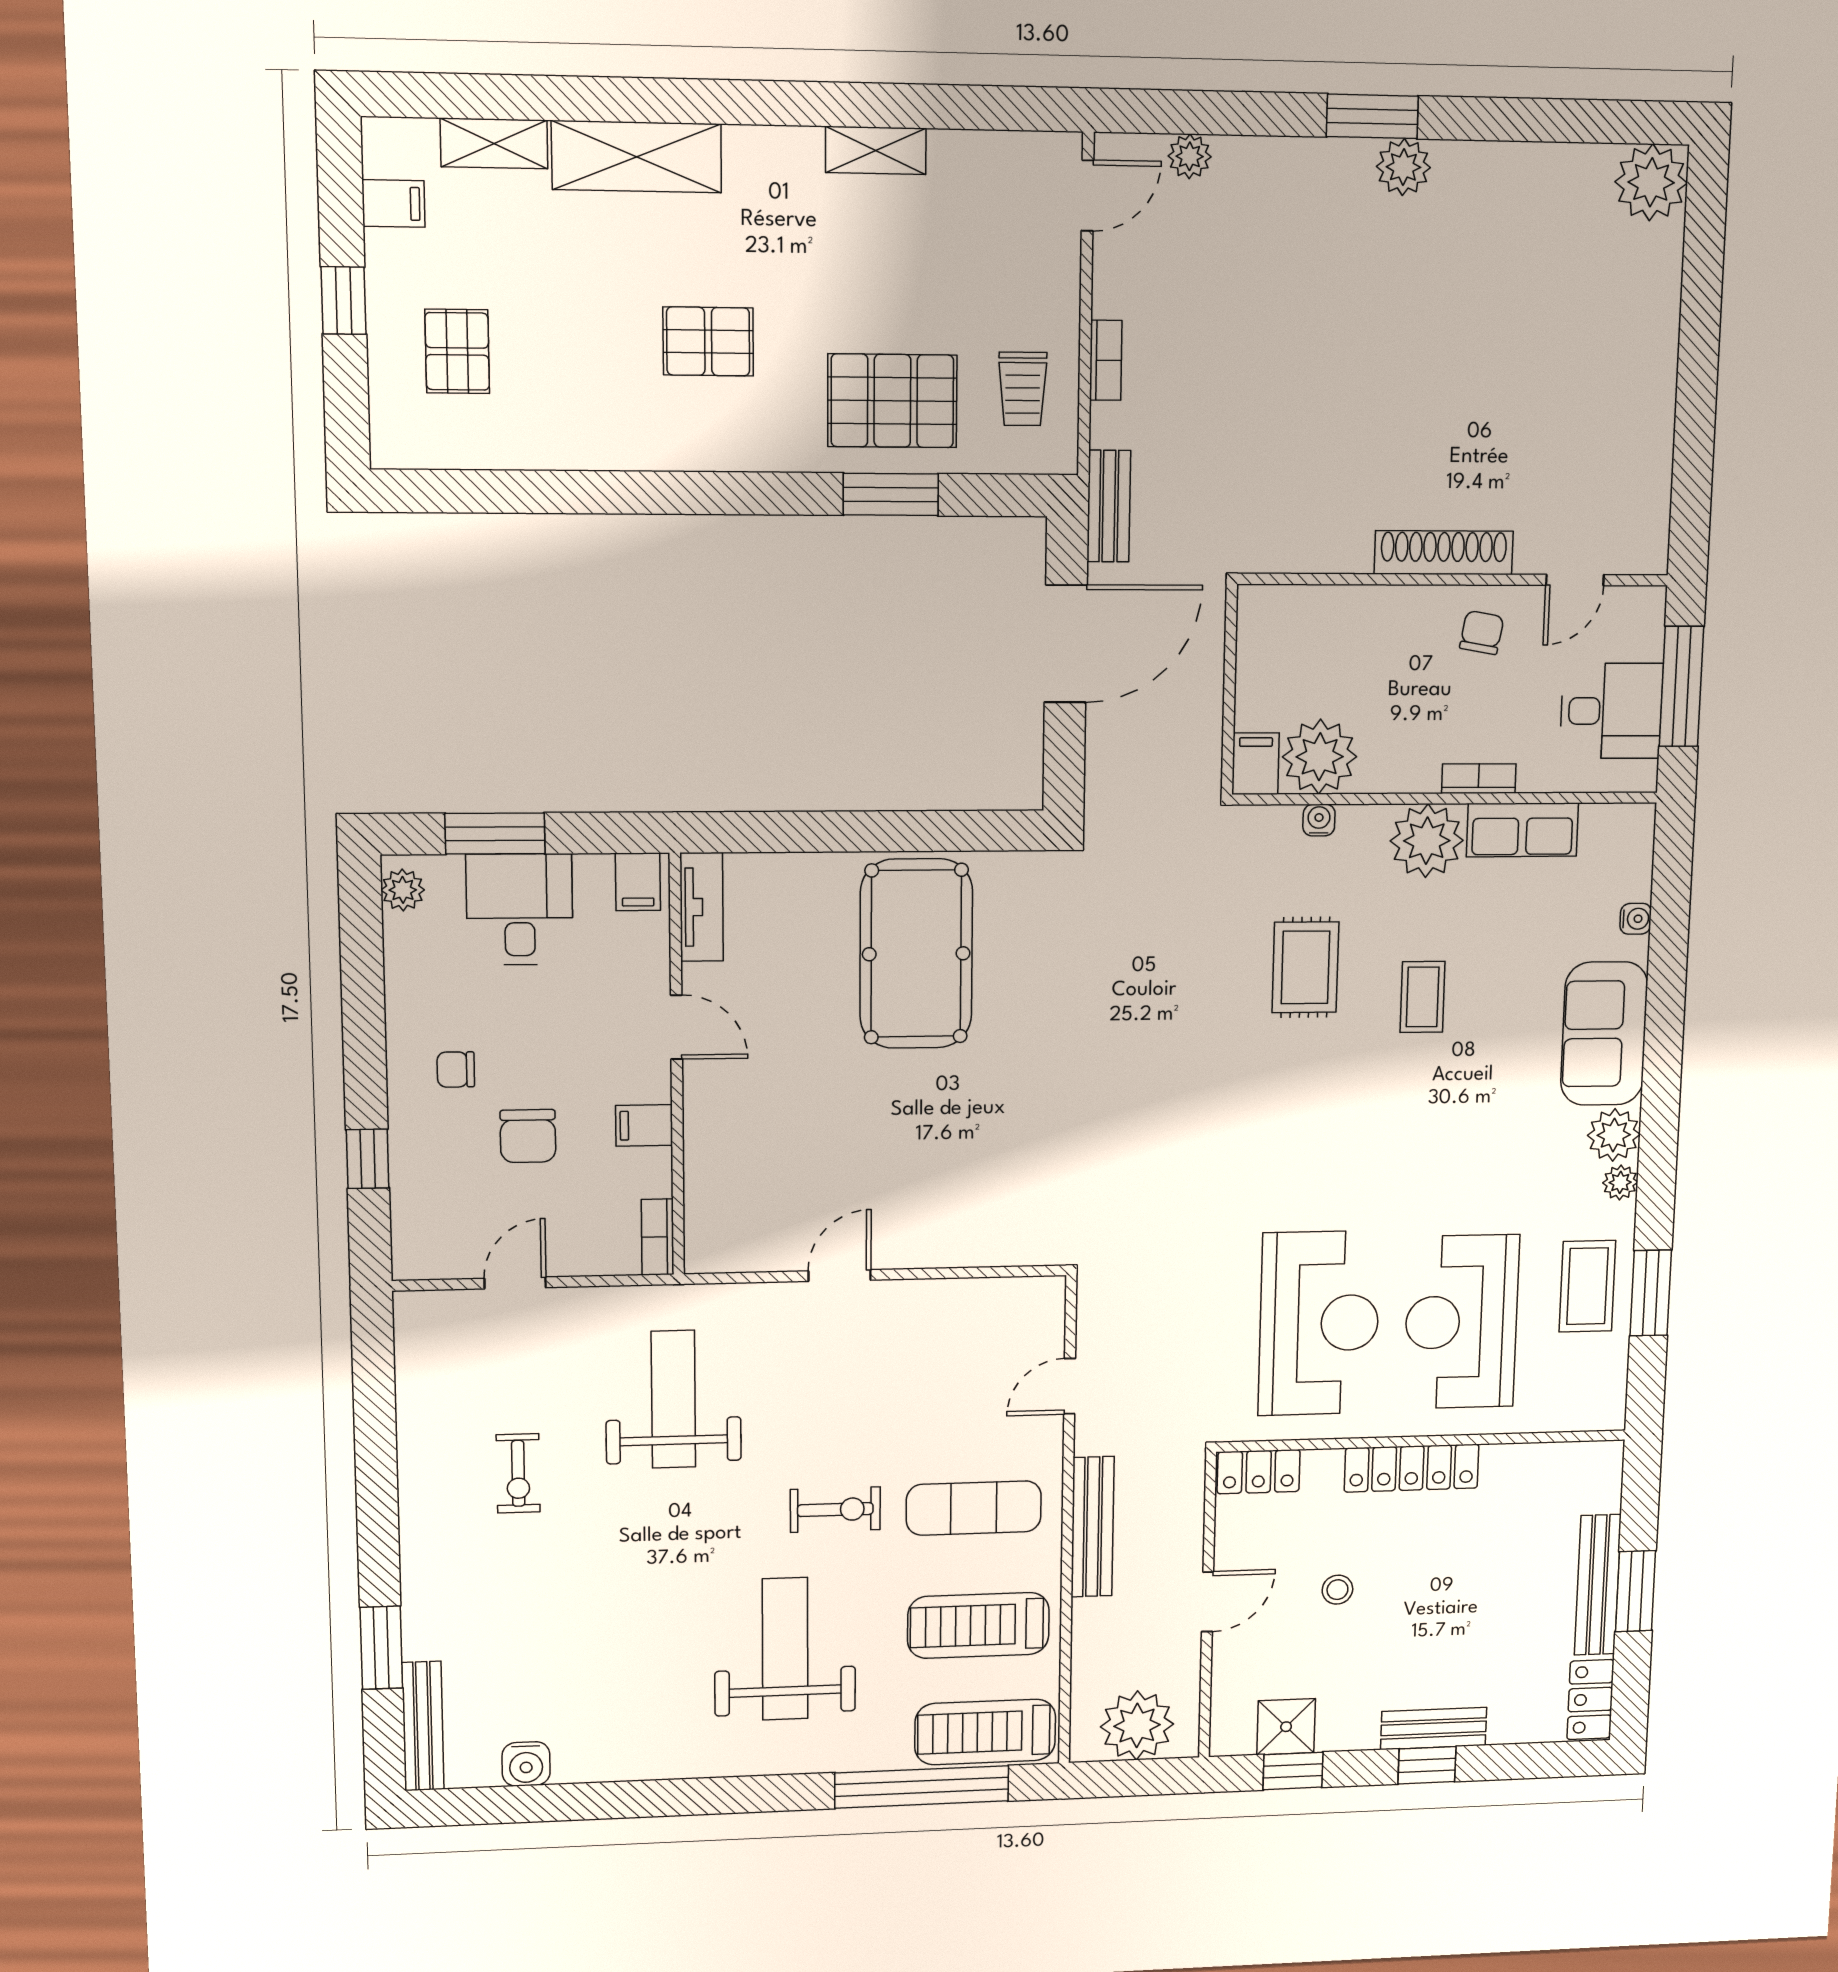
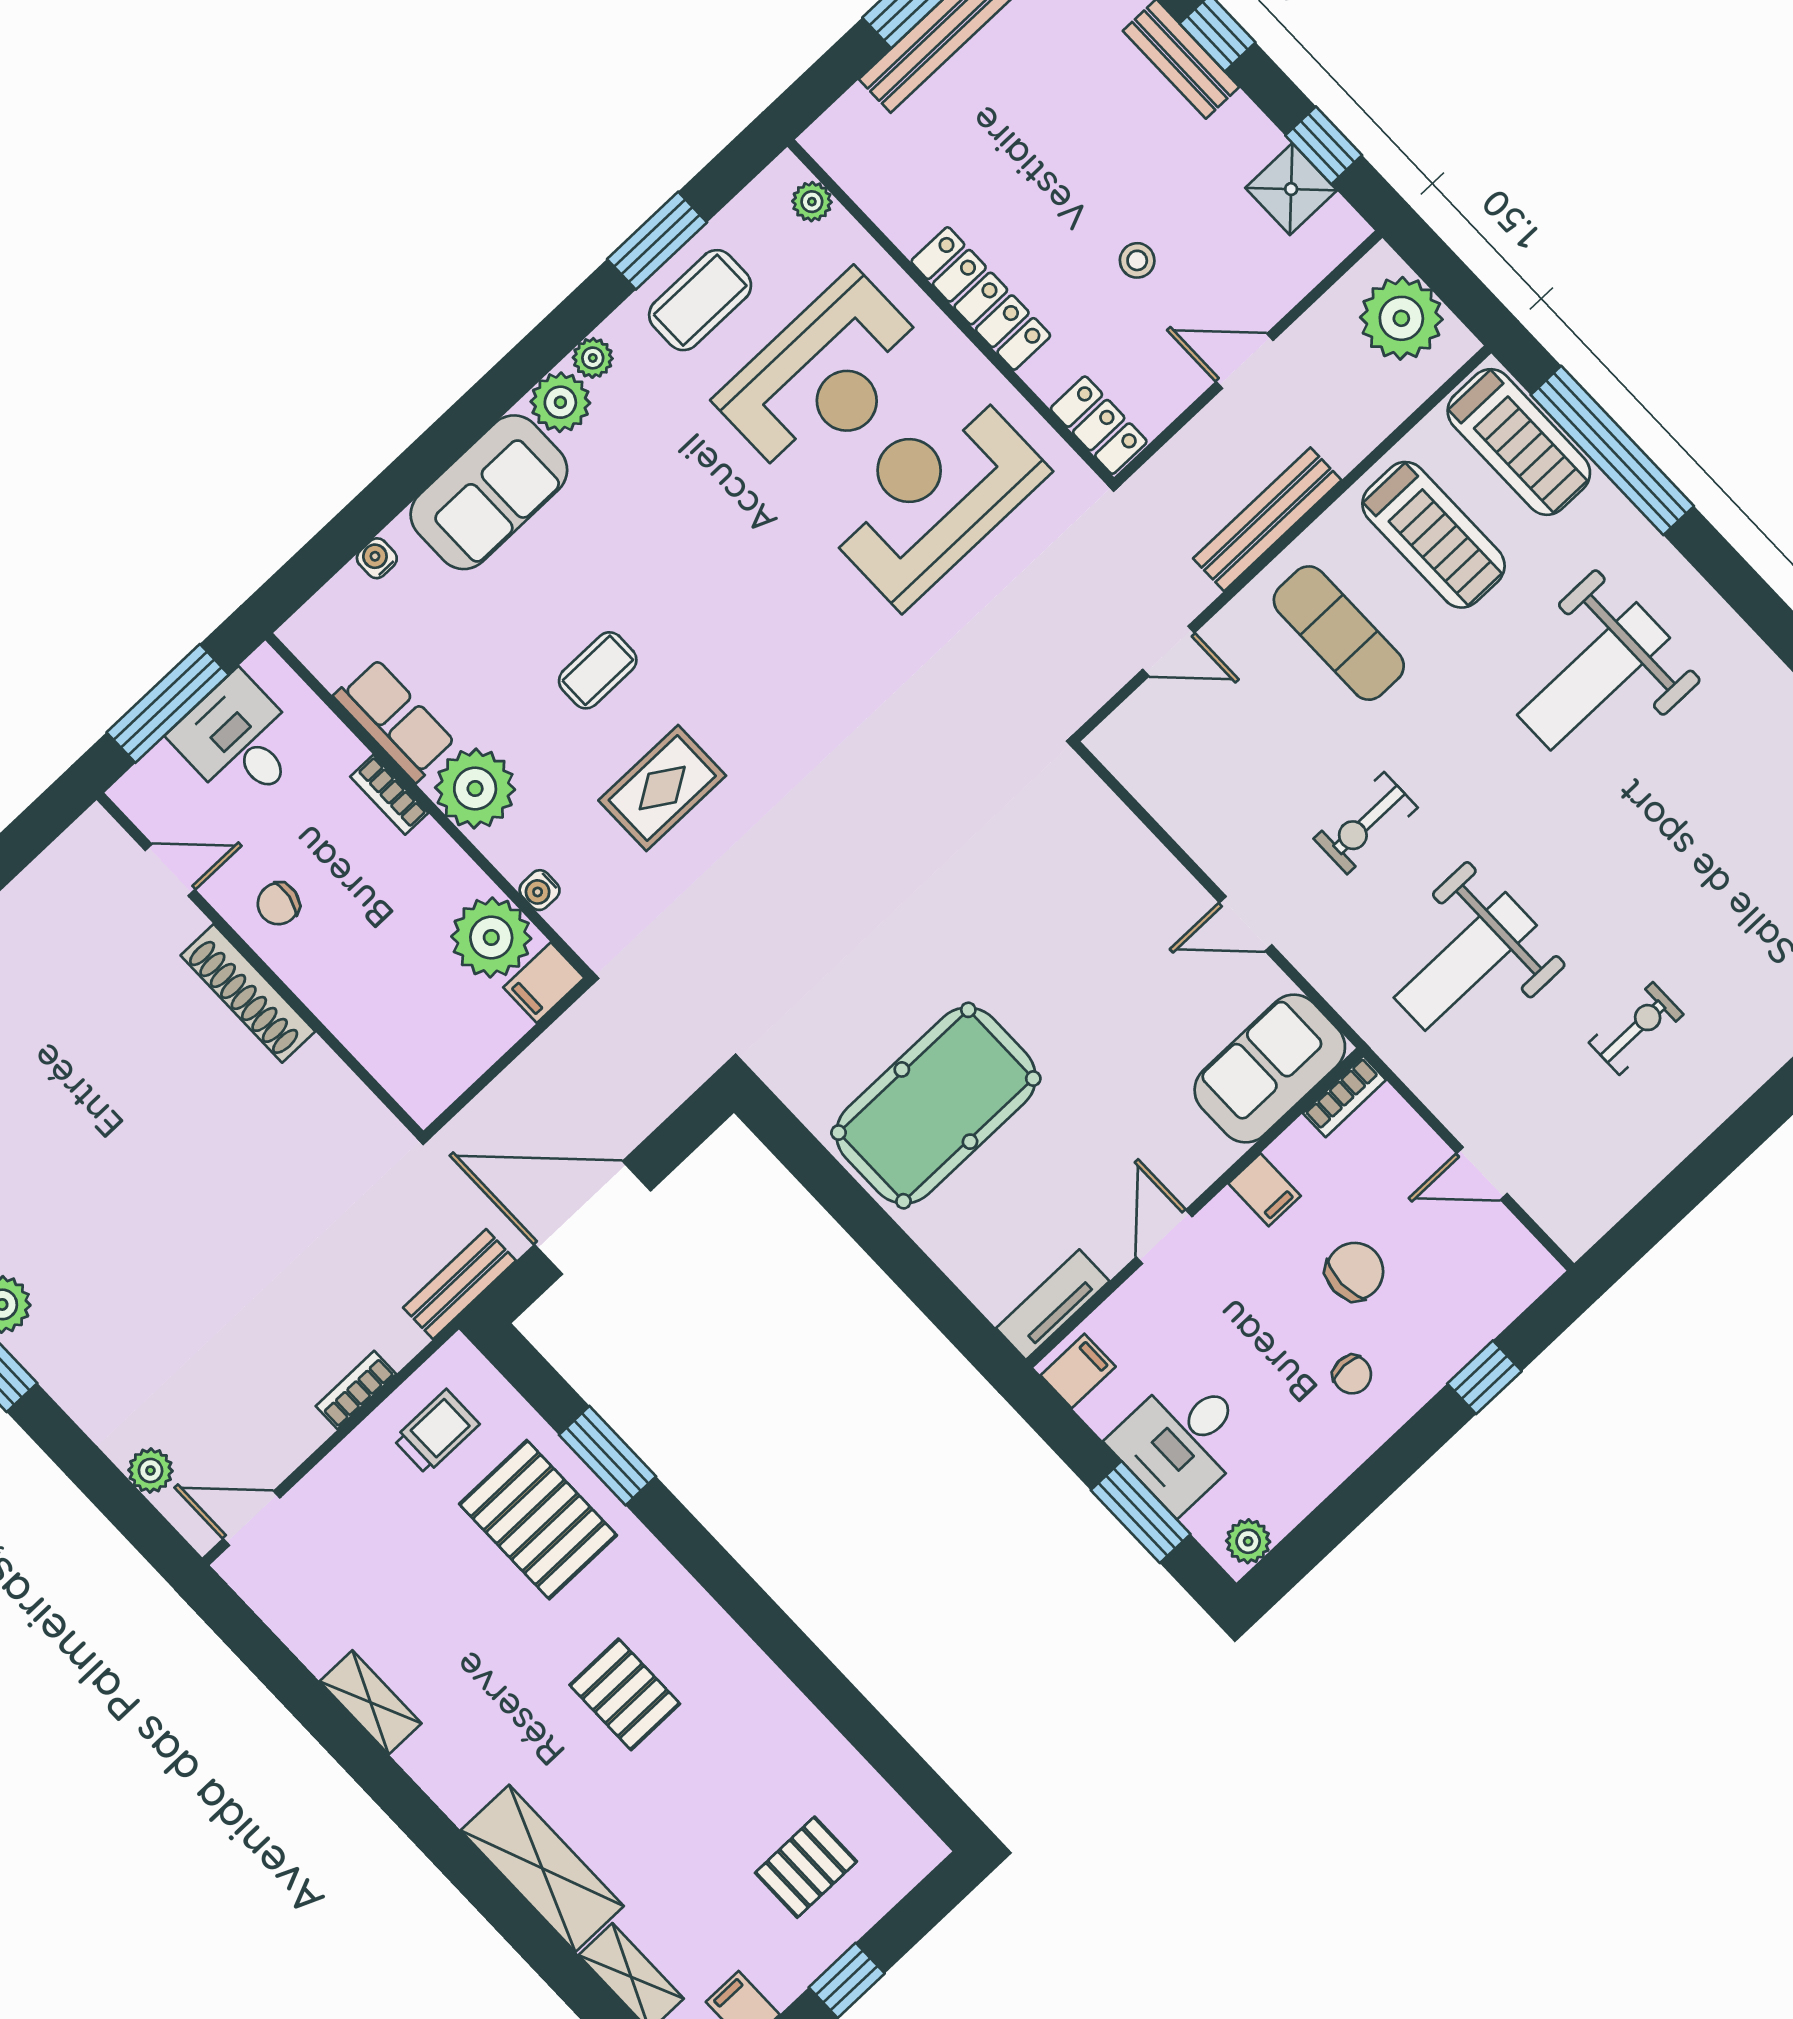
sofa: (725, 1204) -> (1270, 1069), added
plant: (1577, 1415) -> (812, 202), added
exercise bike: (835, 1510) -> (1366, 823), moved, turned -90

